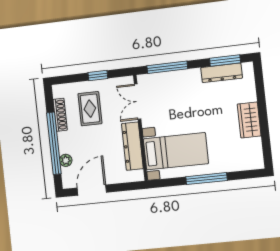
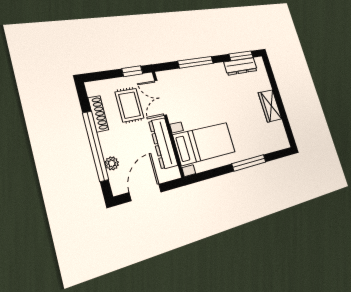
double door: (138, 102) -> (161, 98), moved
wall: (140, 128) -> (168, 124), moved
dresser: (132, 146) -> (163, 143), moved
bed with nightstands: (176, 151) -> (205, 143), moved

